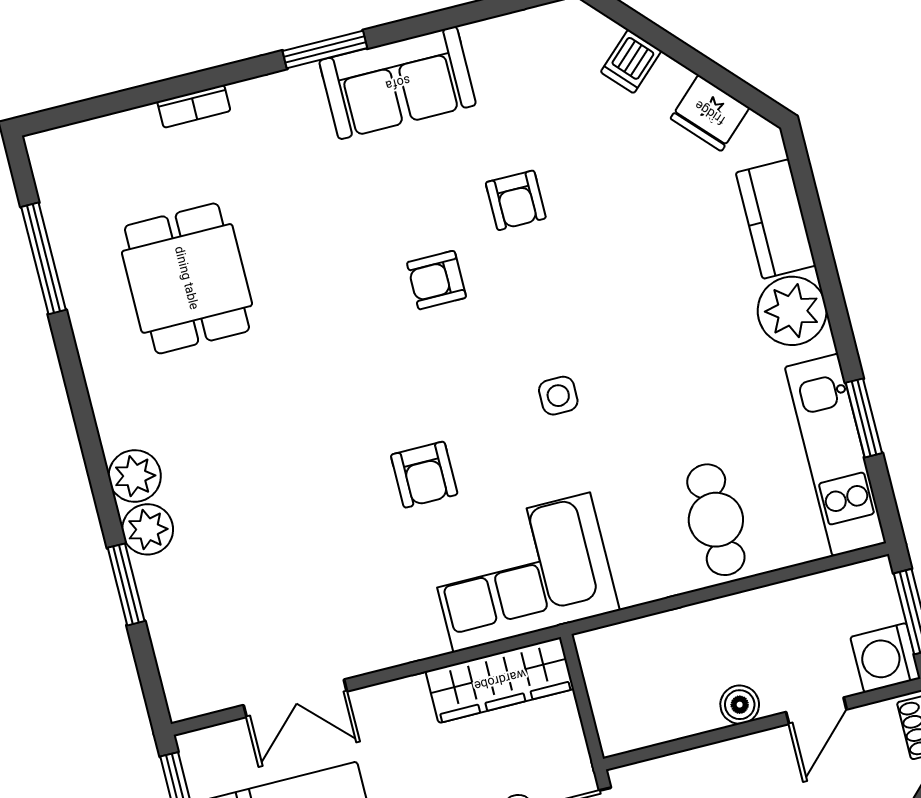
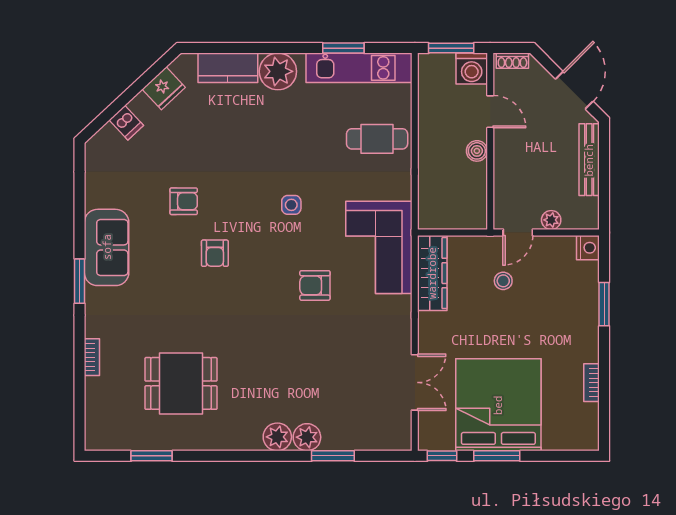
window: (44, 258) -> (152, 456), width x0.69
armchair: (424, 475) -> (315, 285), turned 180

